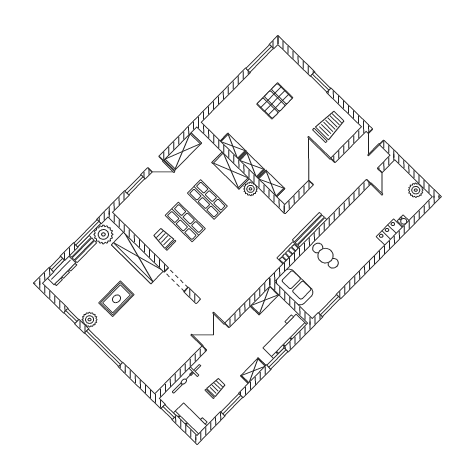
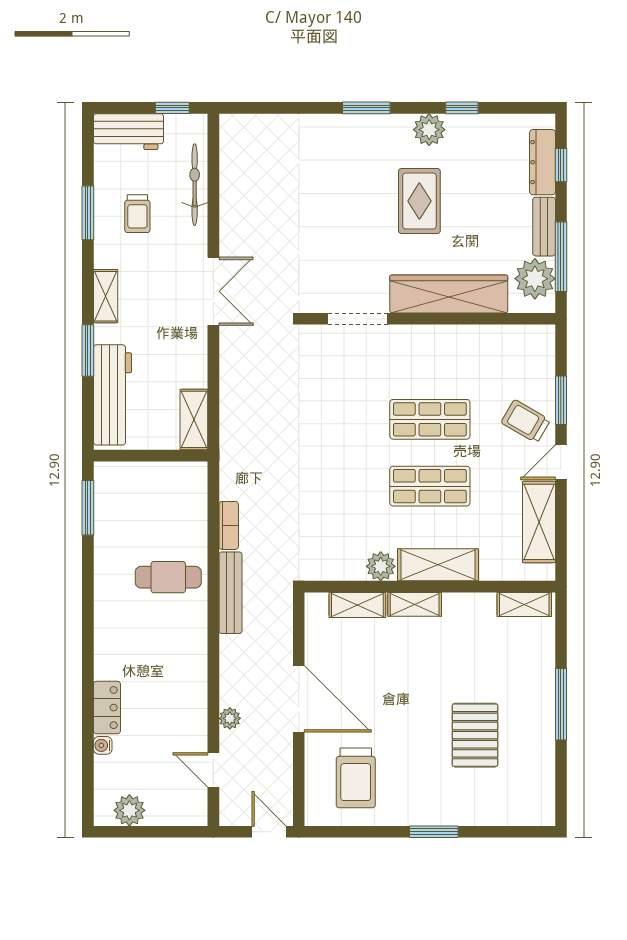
window: (260, 58) -> (561, 704), moved
shelving: (233, 146) -> (524, 605), moved
plant: (352, 188) -> (230, 718), added
trolley: (164, 239) -> (526, 421), moved, turned -150
sofa: (295, 287) -> (168, 484), removed
window: (103, 348) -> (366, 108), width x0.47

